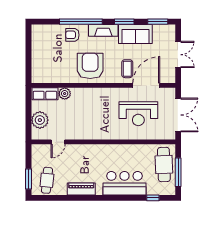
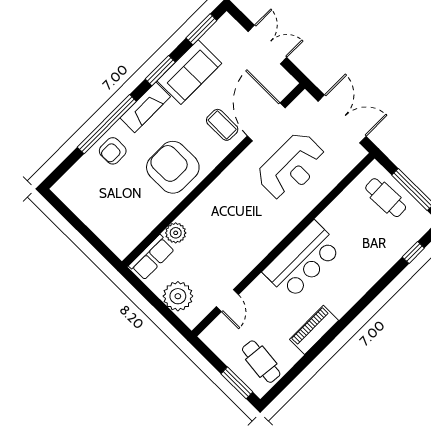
cafe table: (164, 164) -> (386, 198), width x0.73, depth x0.74
bar counter: (124, 183) -> (302, 260), moved, turned 180

